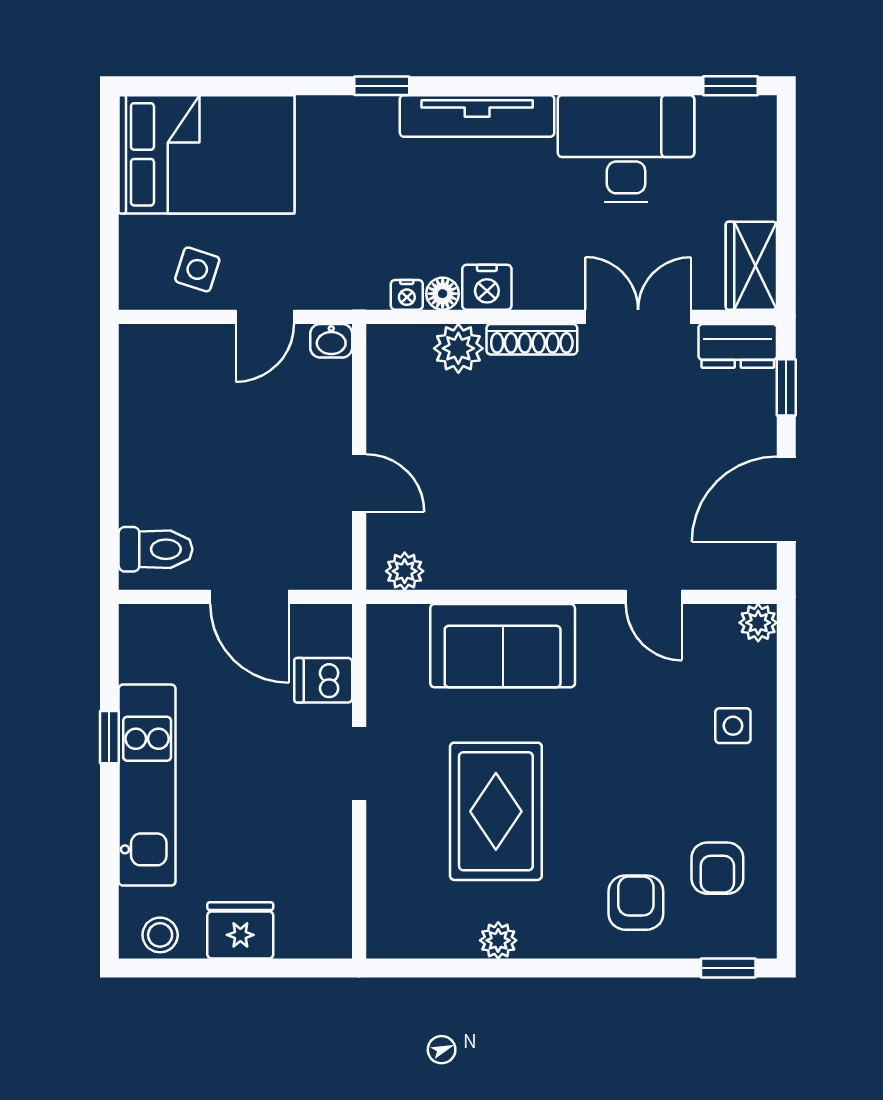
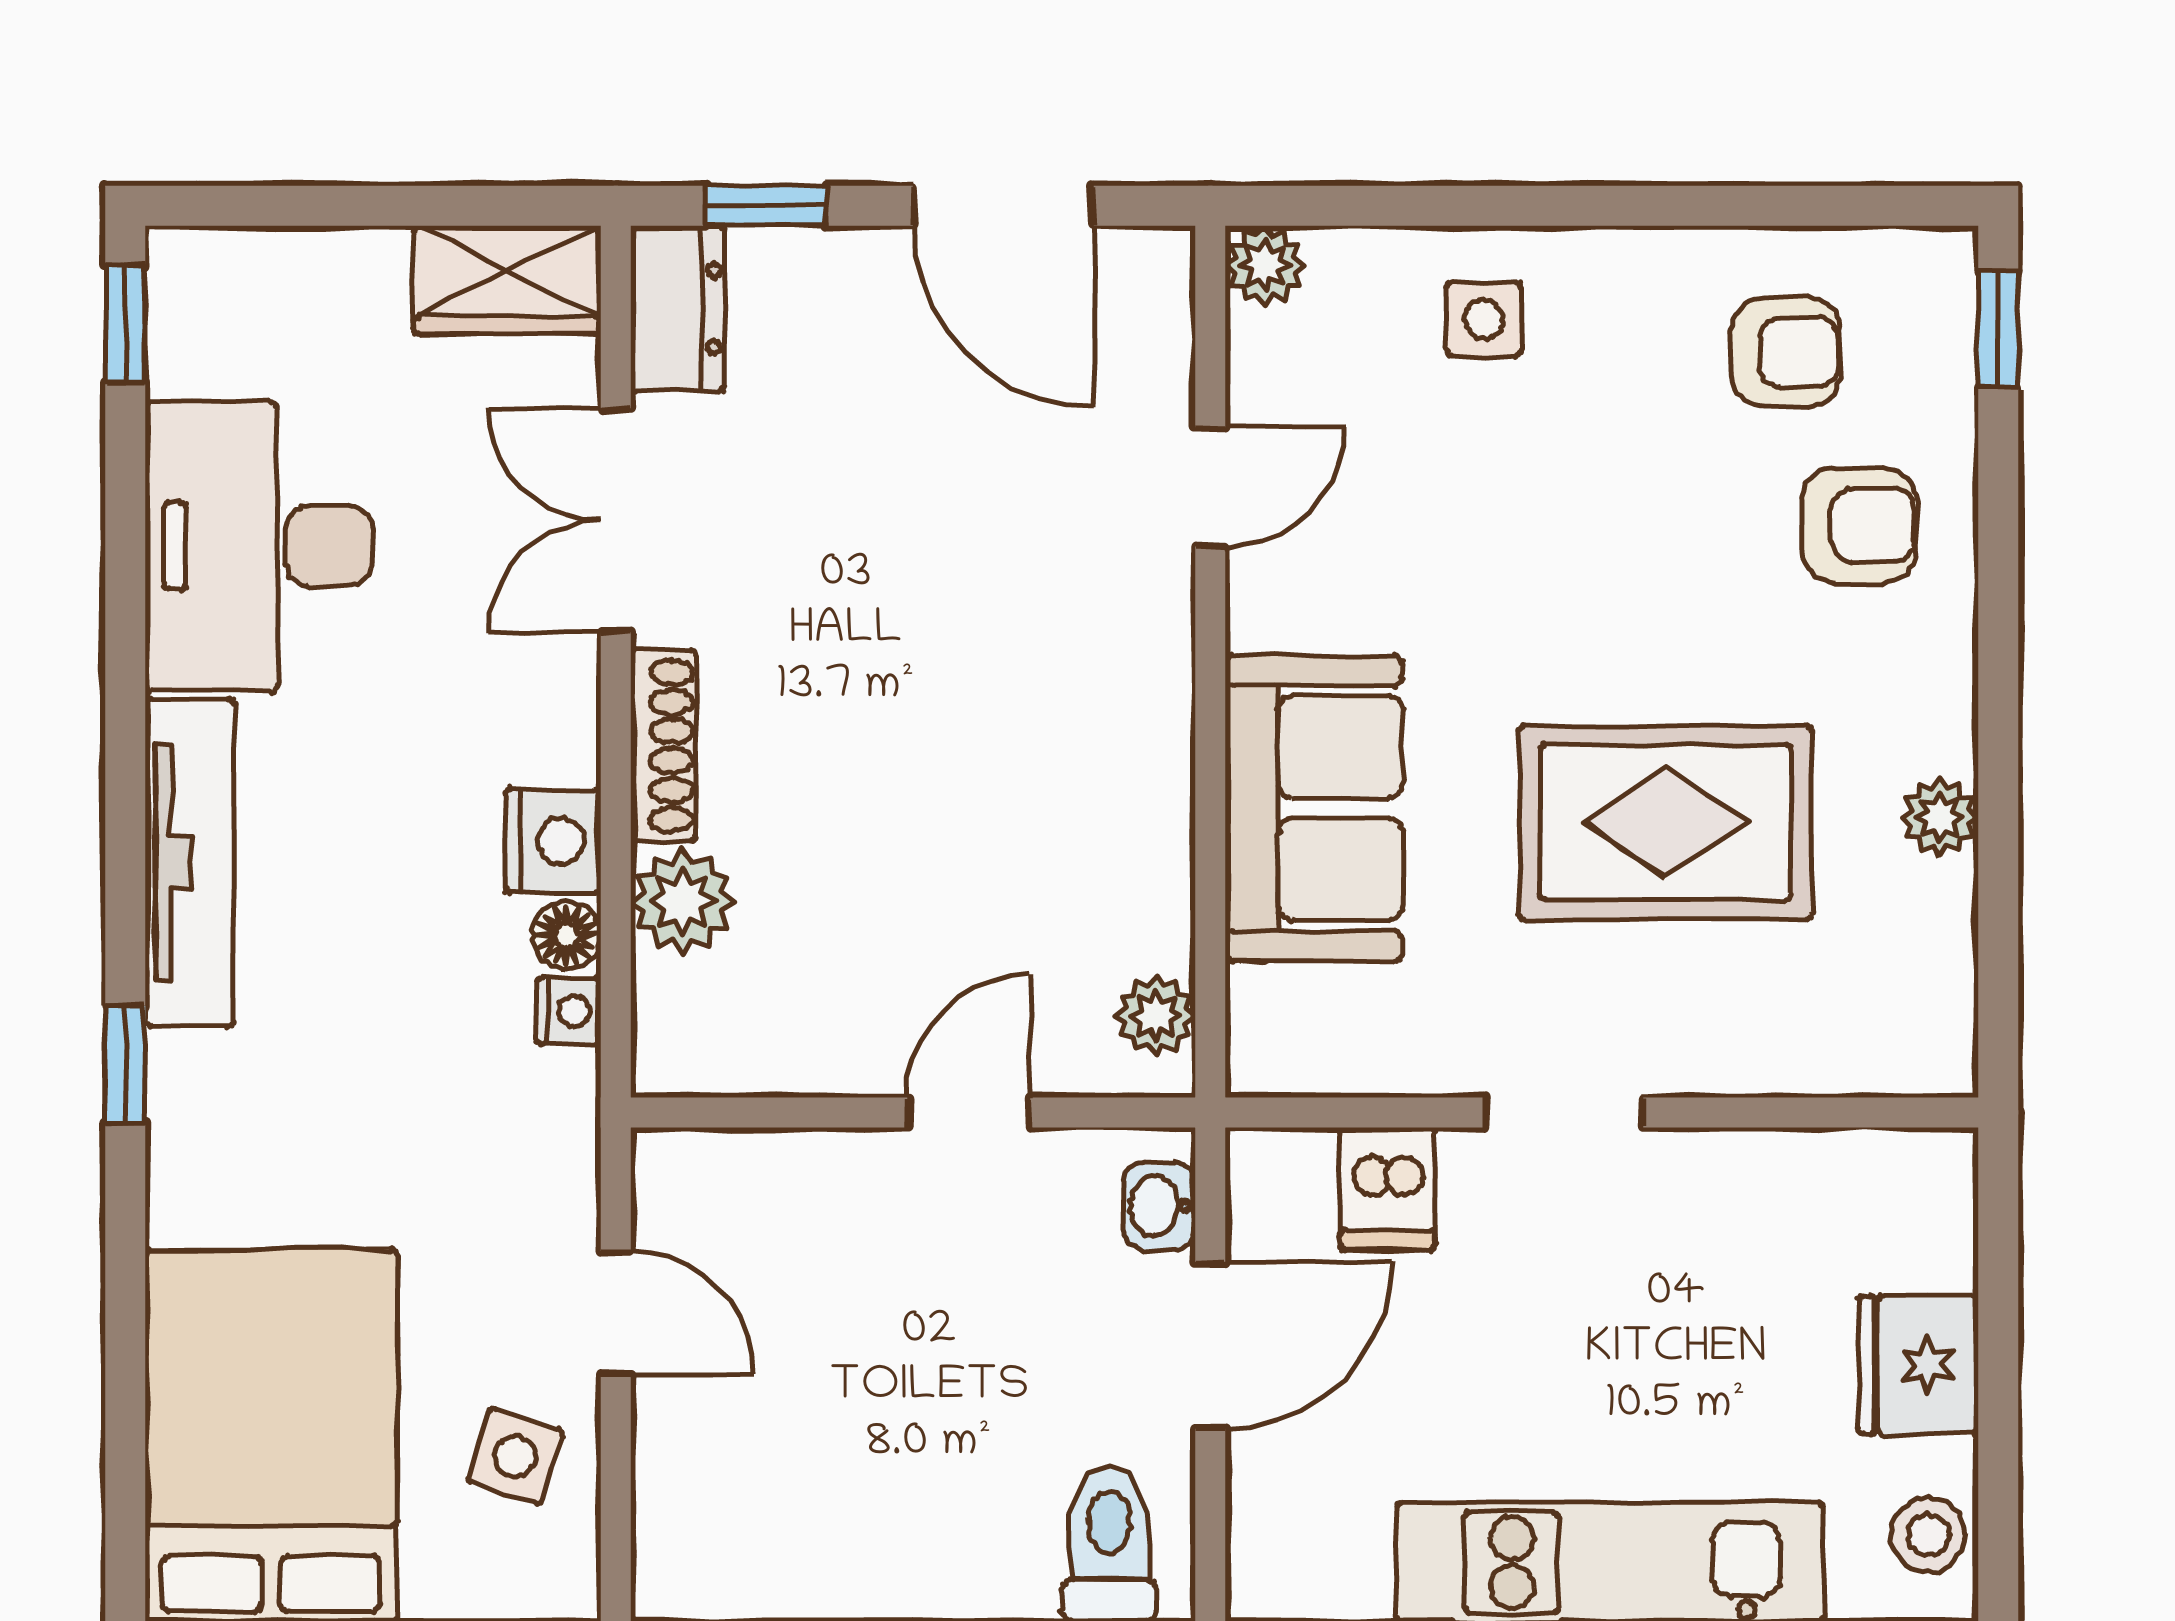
washbasin: (331, 341) -> (1160, 1206), moved, turned 180
armchair: (636, 903) -> (1859, 525), turned 180

